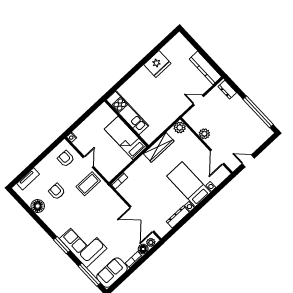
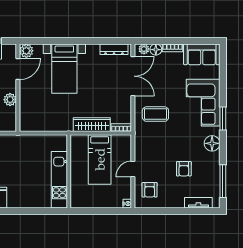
plant: (180, 127) -> (26, 51), moved
bed: (126, 138) -> (100, 159), moved
wardrobe: (159, 147) -> (92, 125), moved
coffee table: (88, 184) -> (155, 114), moved
floor lamp: (38, 206) -> (212, 143), moved
dresser: (178, 217) -> (114, 49), moved
window: (89, 275) -> (223, 181), moved

